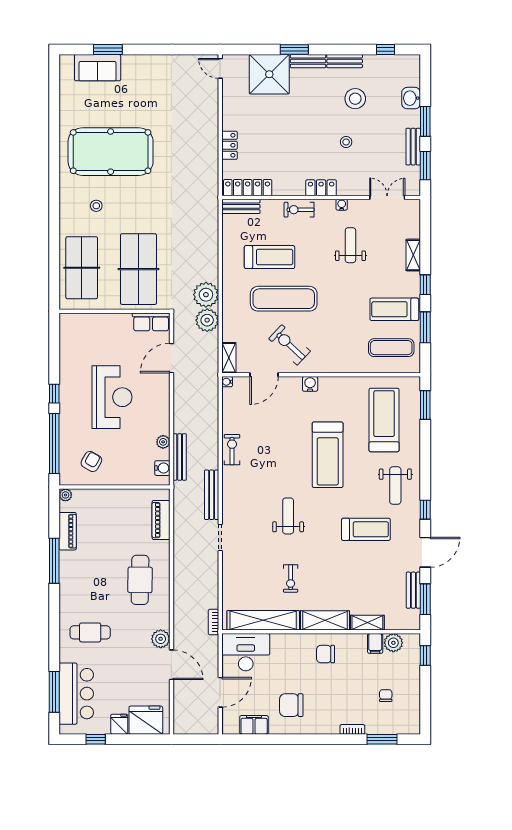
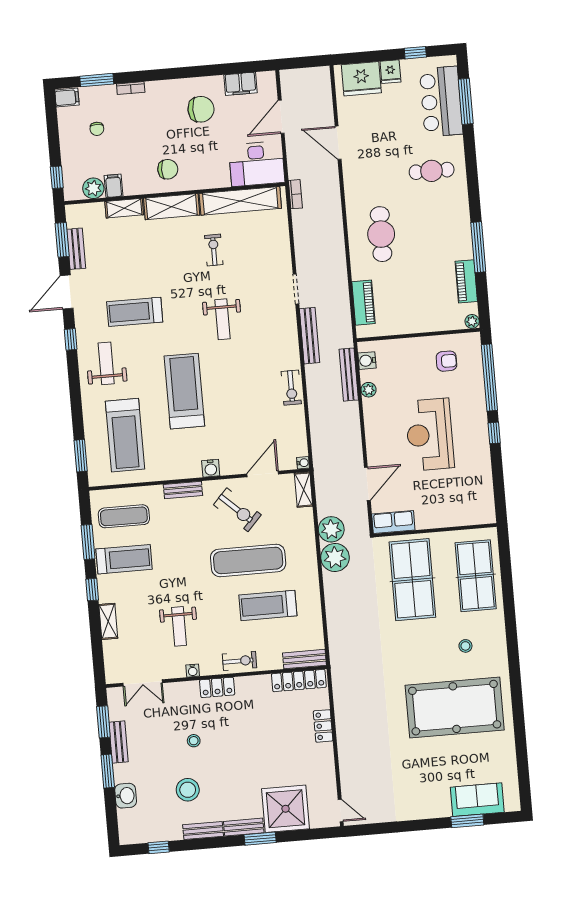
bench: (336, 367) -> (183, 490), added
armchair: (91, 462) -> (446, 361), turned -120
plant: (161, 639) -> (353, 170), removed
filing cabinet: (410, 726) -> (67, 98), added

